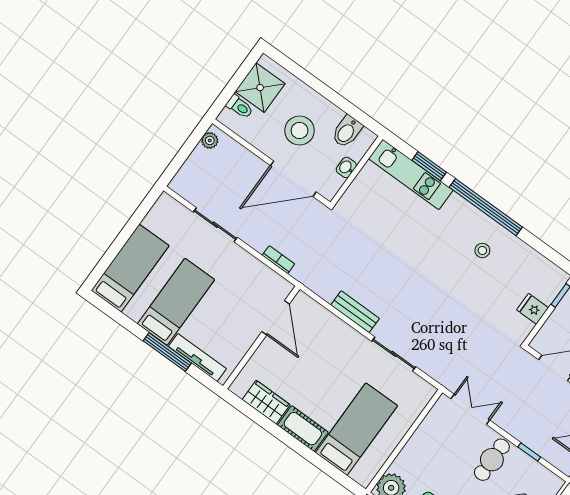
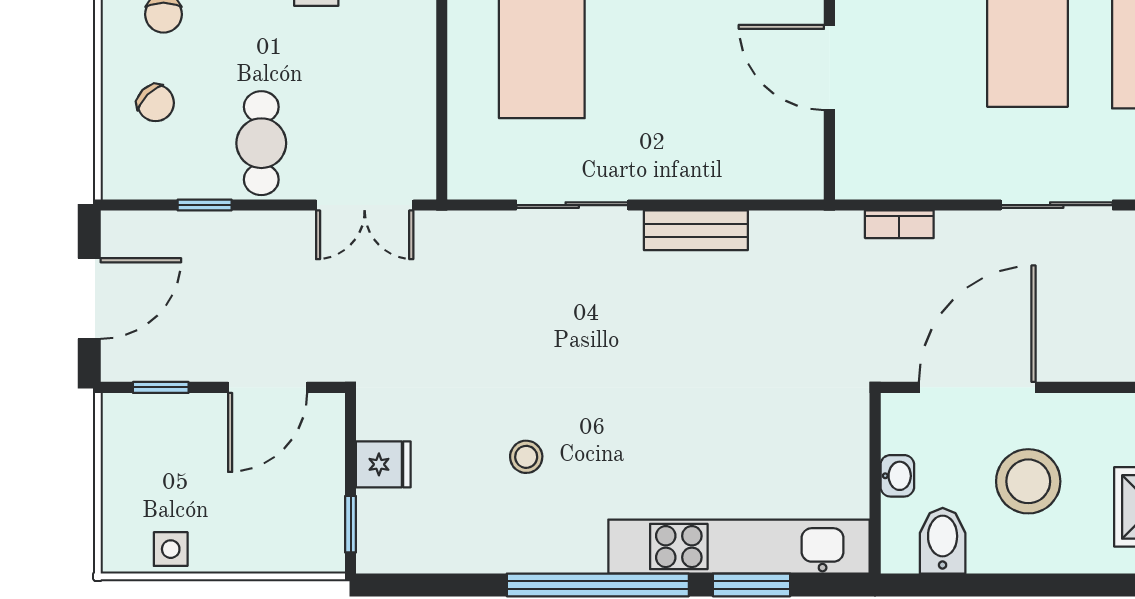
kitchen unit: (411, 174) -> (739, 547), width x1.36
stool: (482, 250) -> (526, 457), moved
door: (276, 318) -> (829, 67), moved

